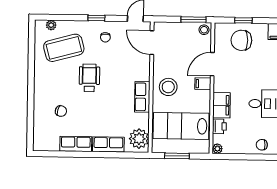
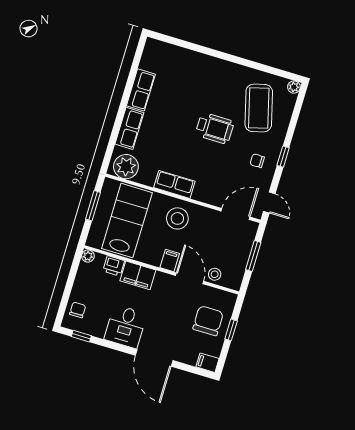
window: (193, 20) -> (253, 256), moved
plant: (51, 25) -> (294, 87), moved
stool: (204, 30) -> (215, 274), moved
chair: (61, 111) -> (185, 83), removed

